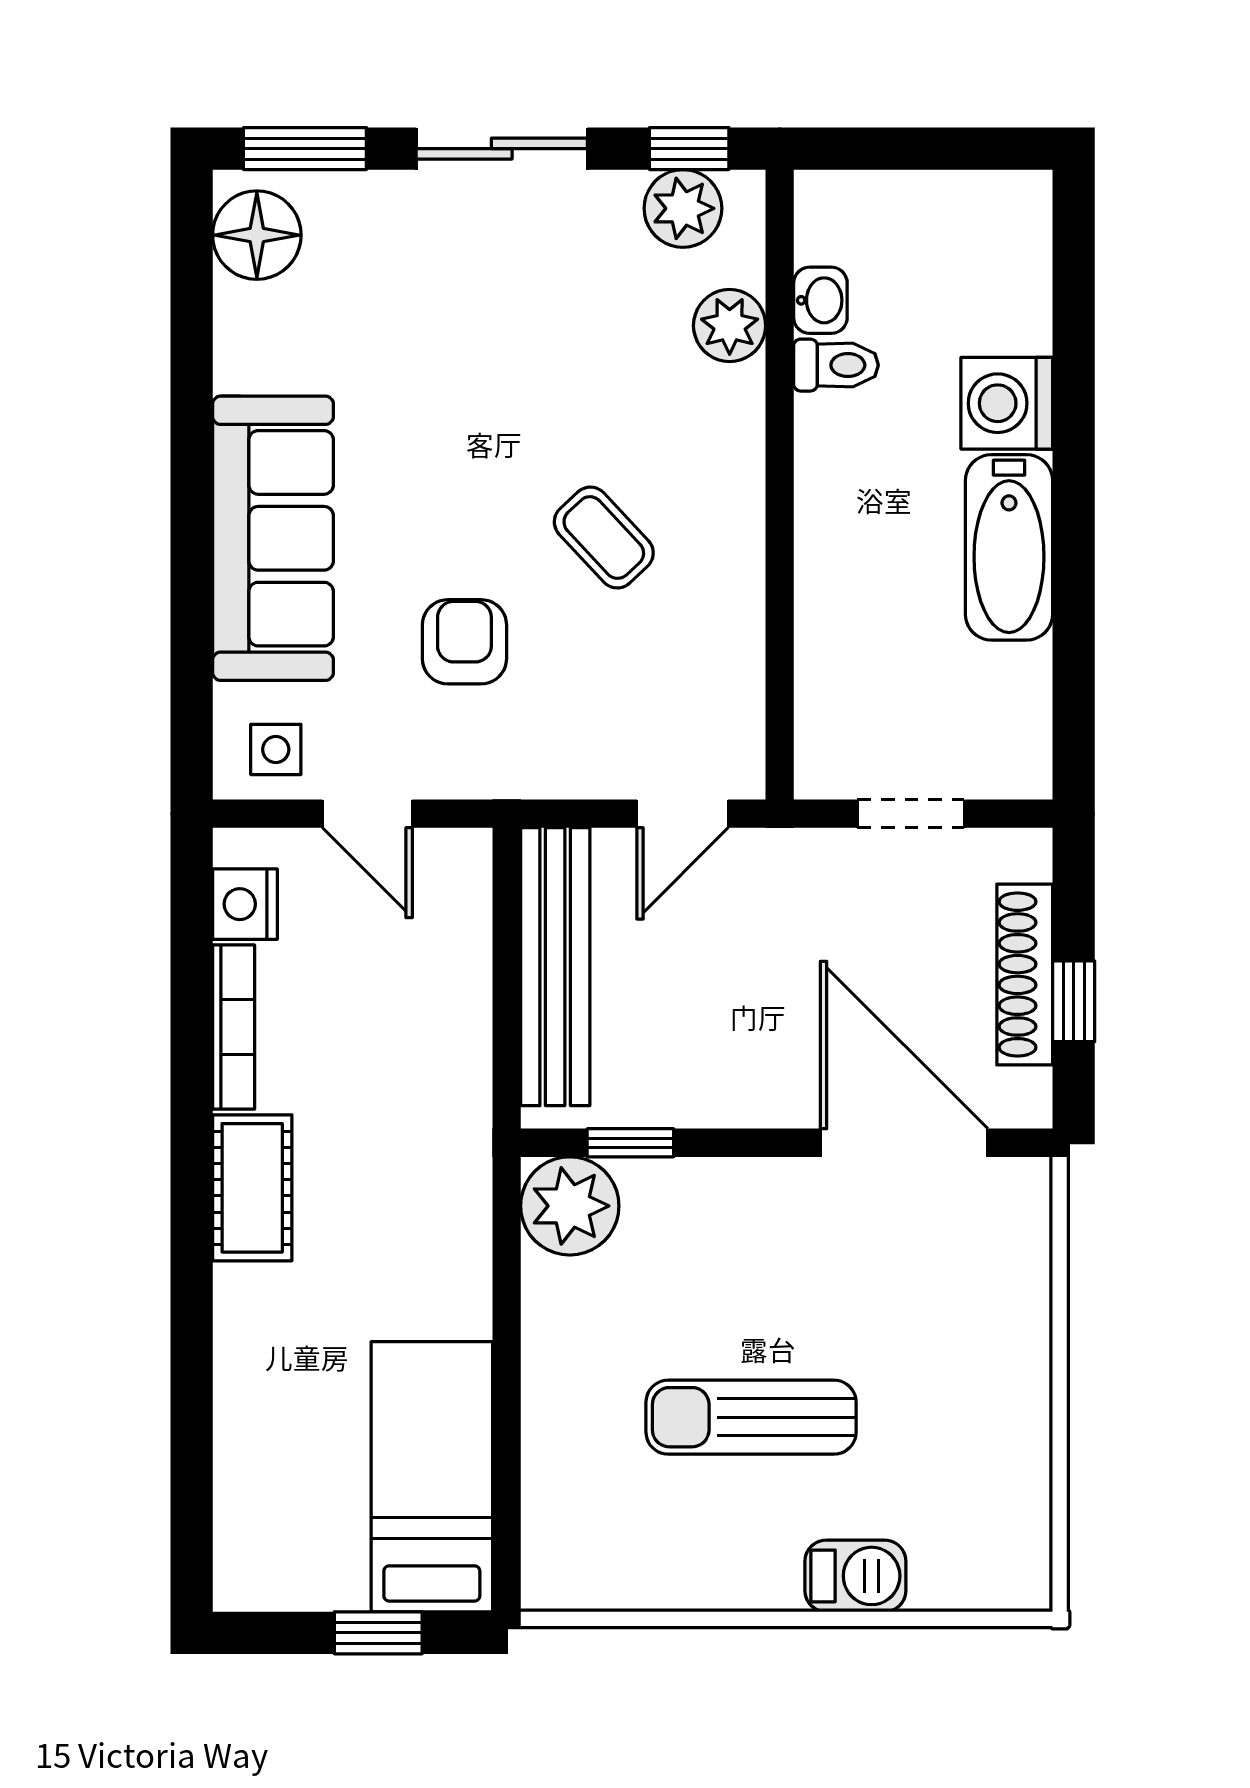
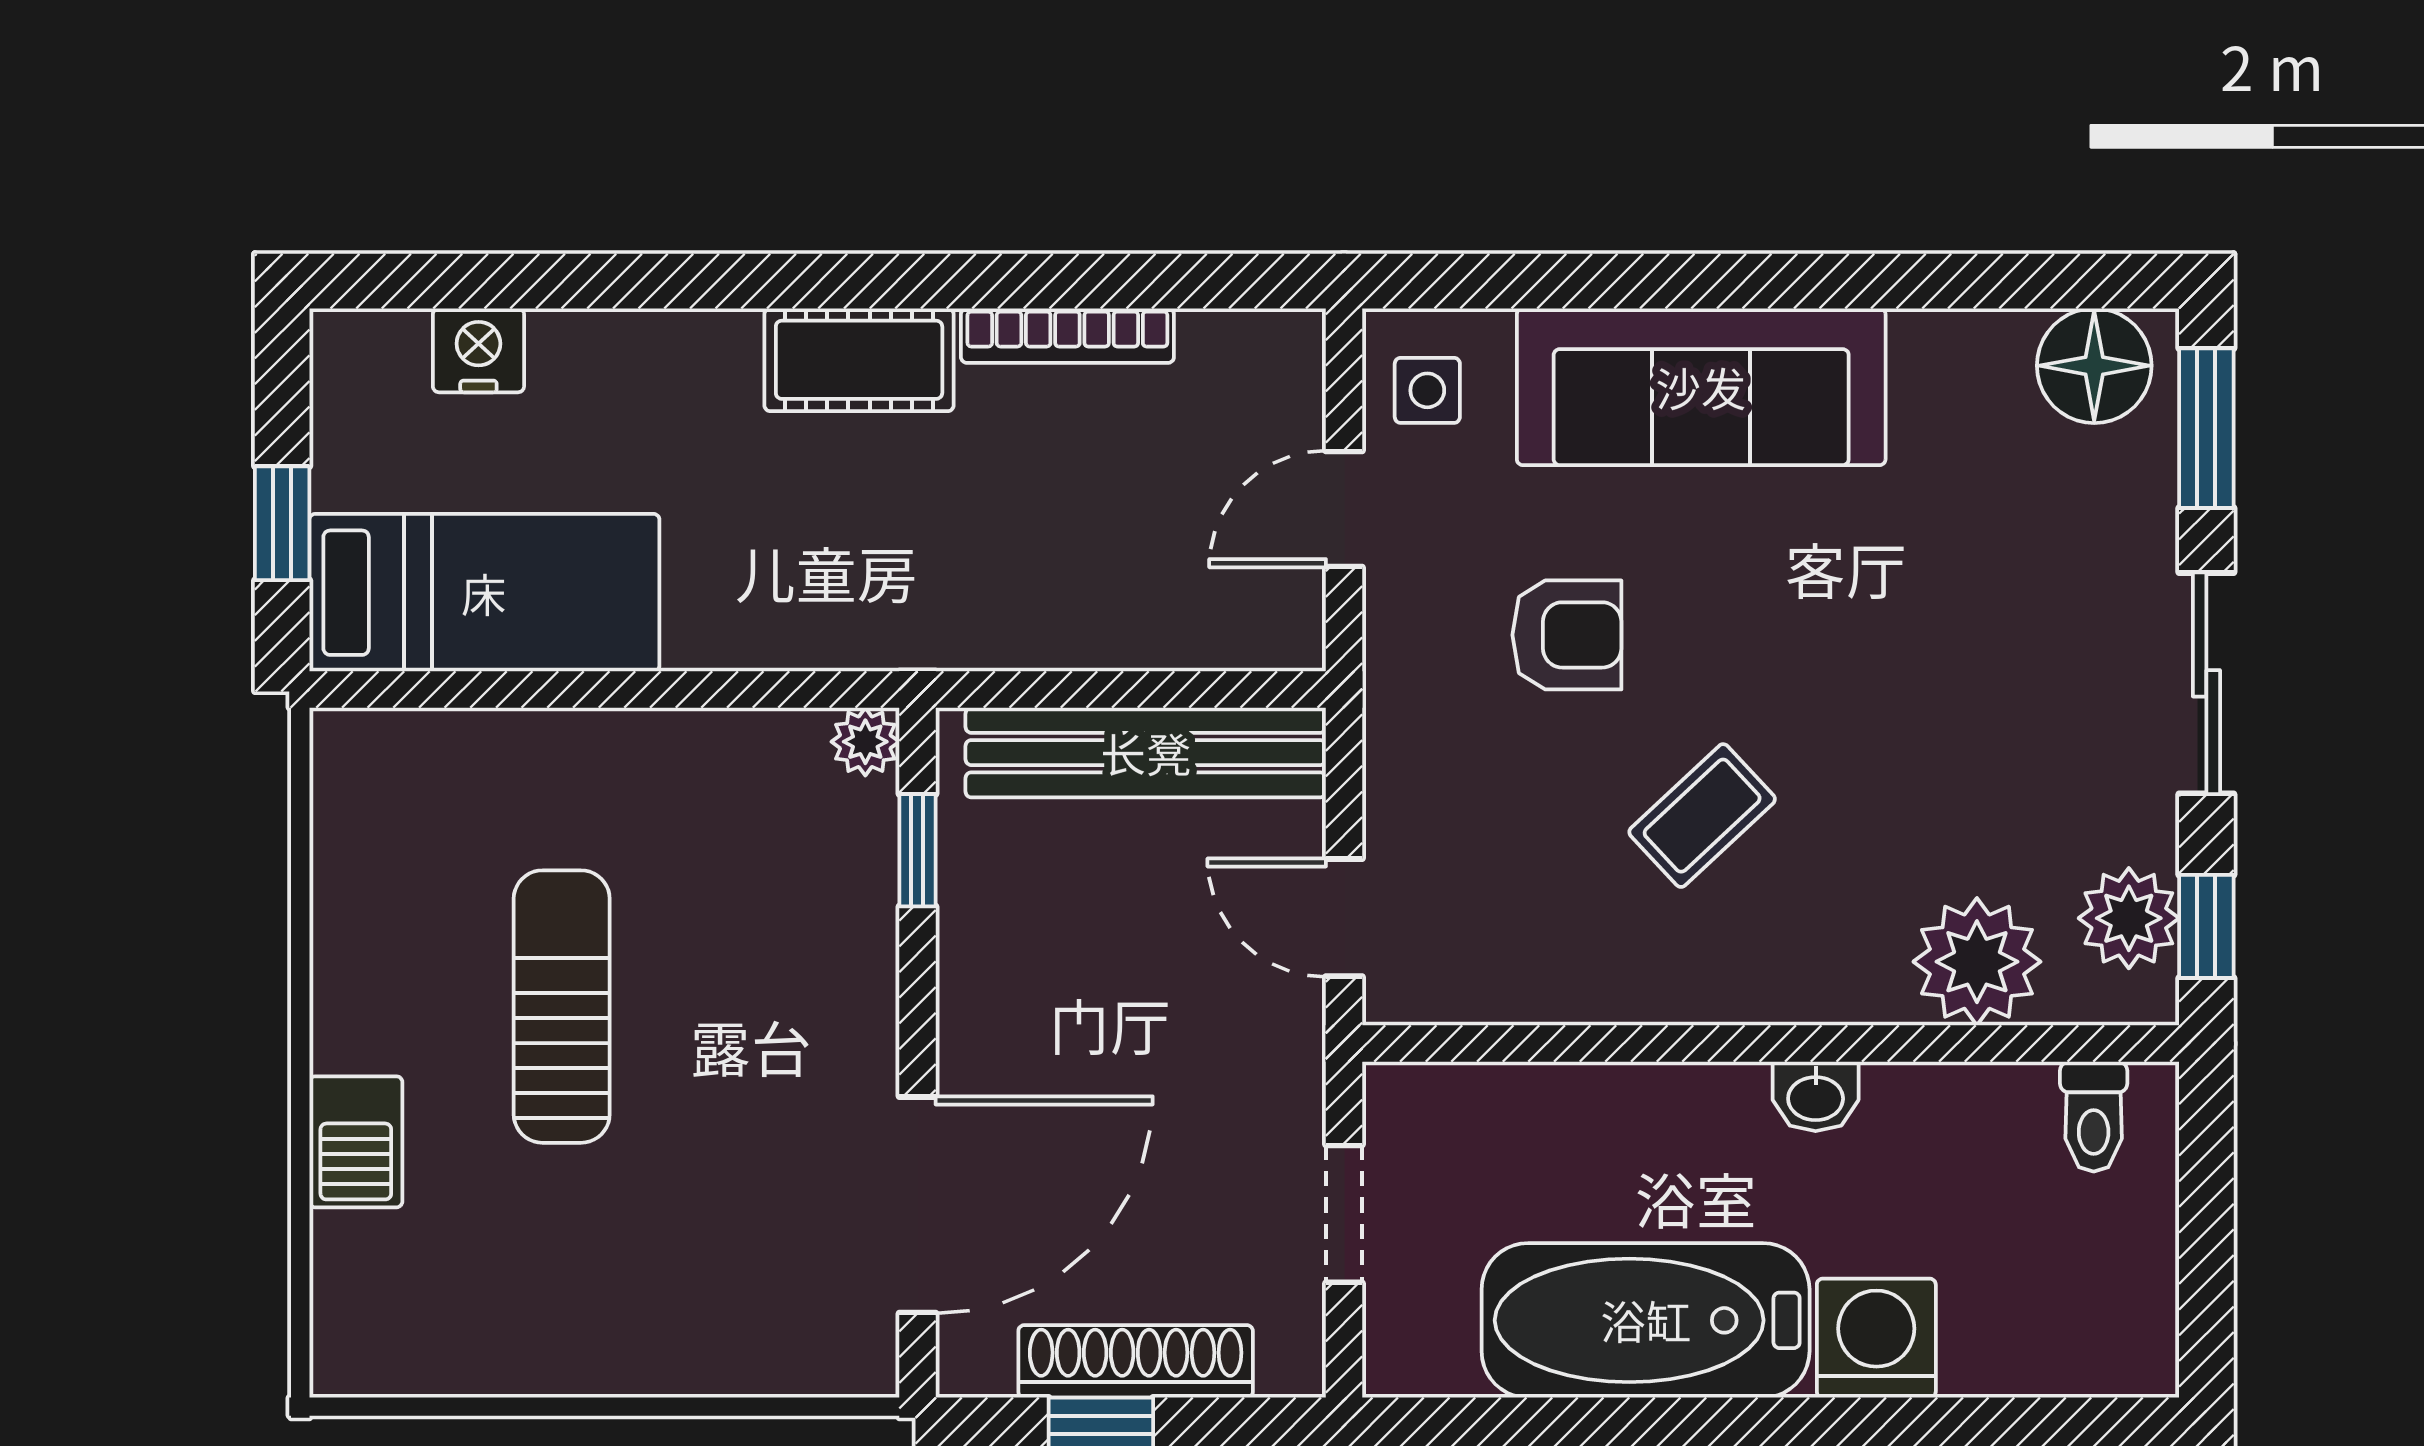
washbasin: (820, 300) -> (1816, 1096), moved
plant: (730, 326) -> (1977, 962), width x1.36, depth x1.36
toilet: (836, 365) -> (2094, 1117), moved
bathtub: (1009, 547) -> (1646, 1320), width x1.36, depth x1.36
nightstand: (245, 904) -> (478, 350), moved
plant: (570, 1206) -> (865, 742), width x0.53, depth x0.53

